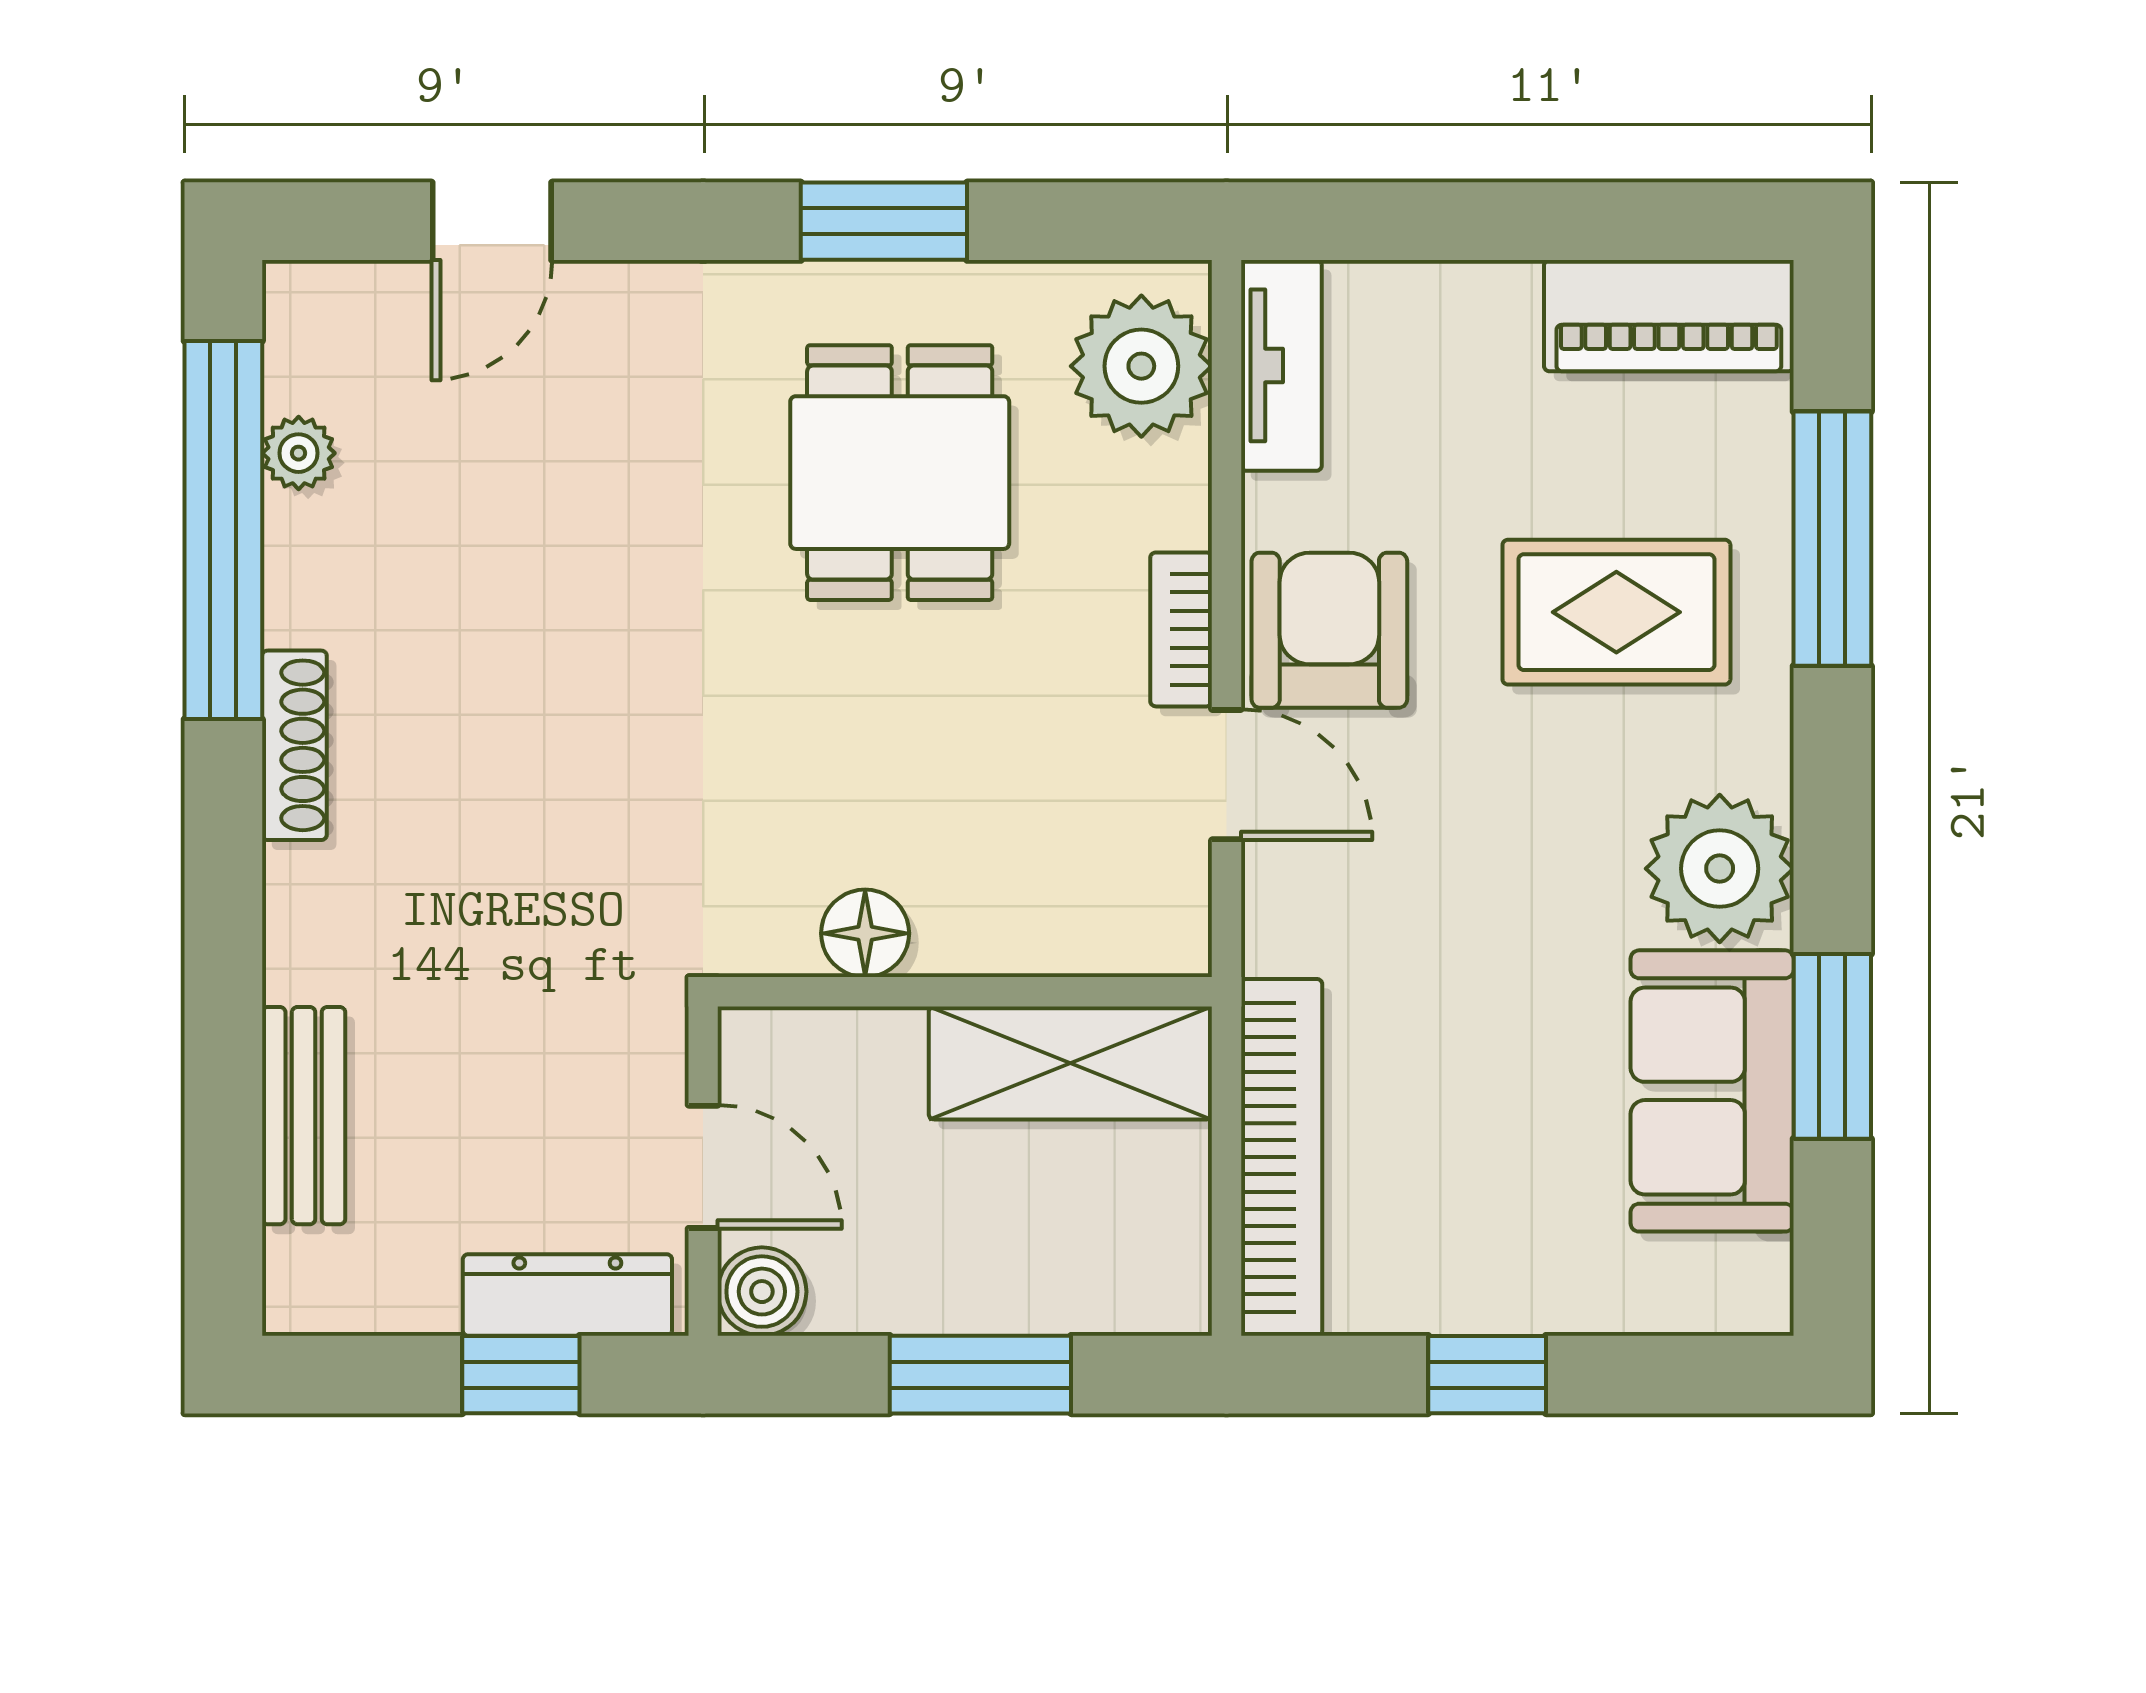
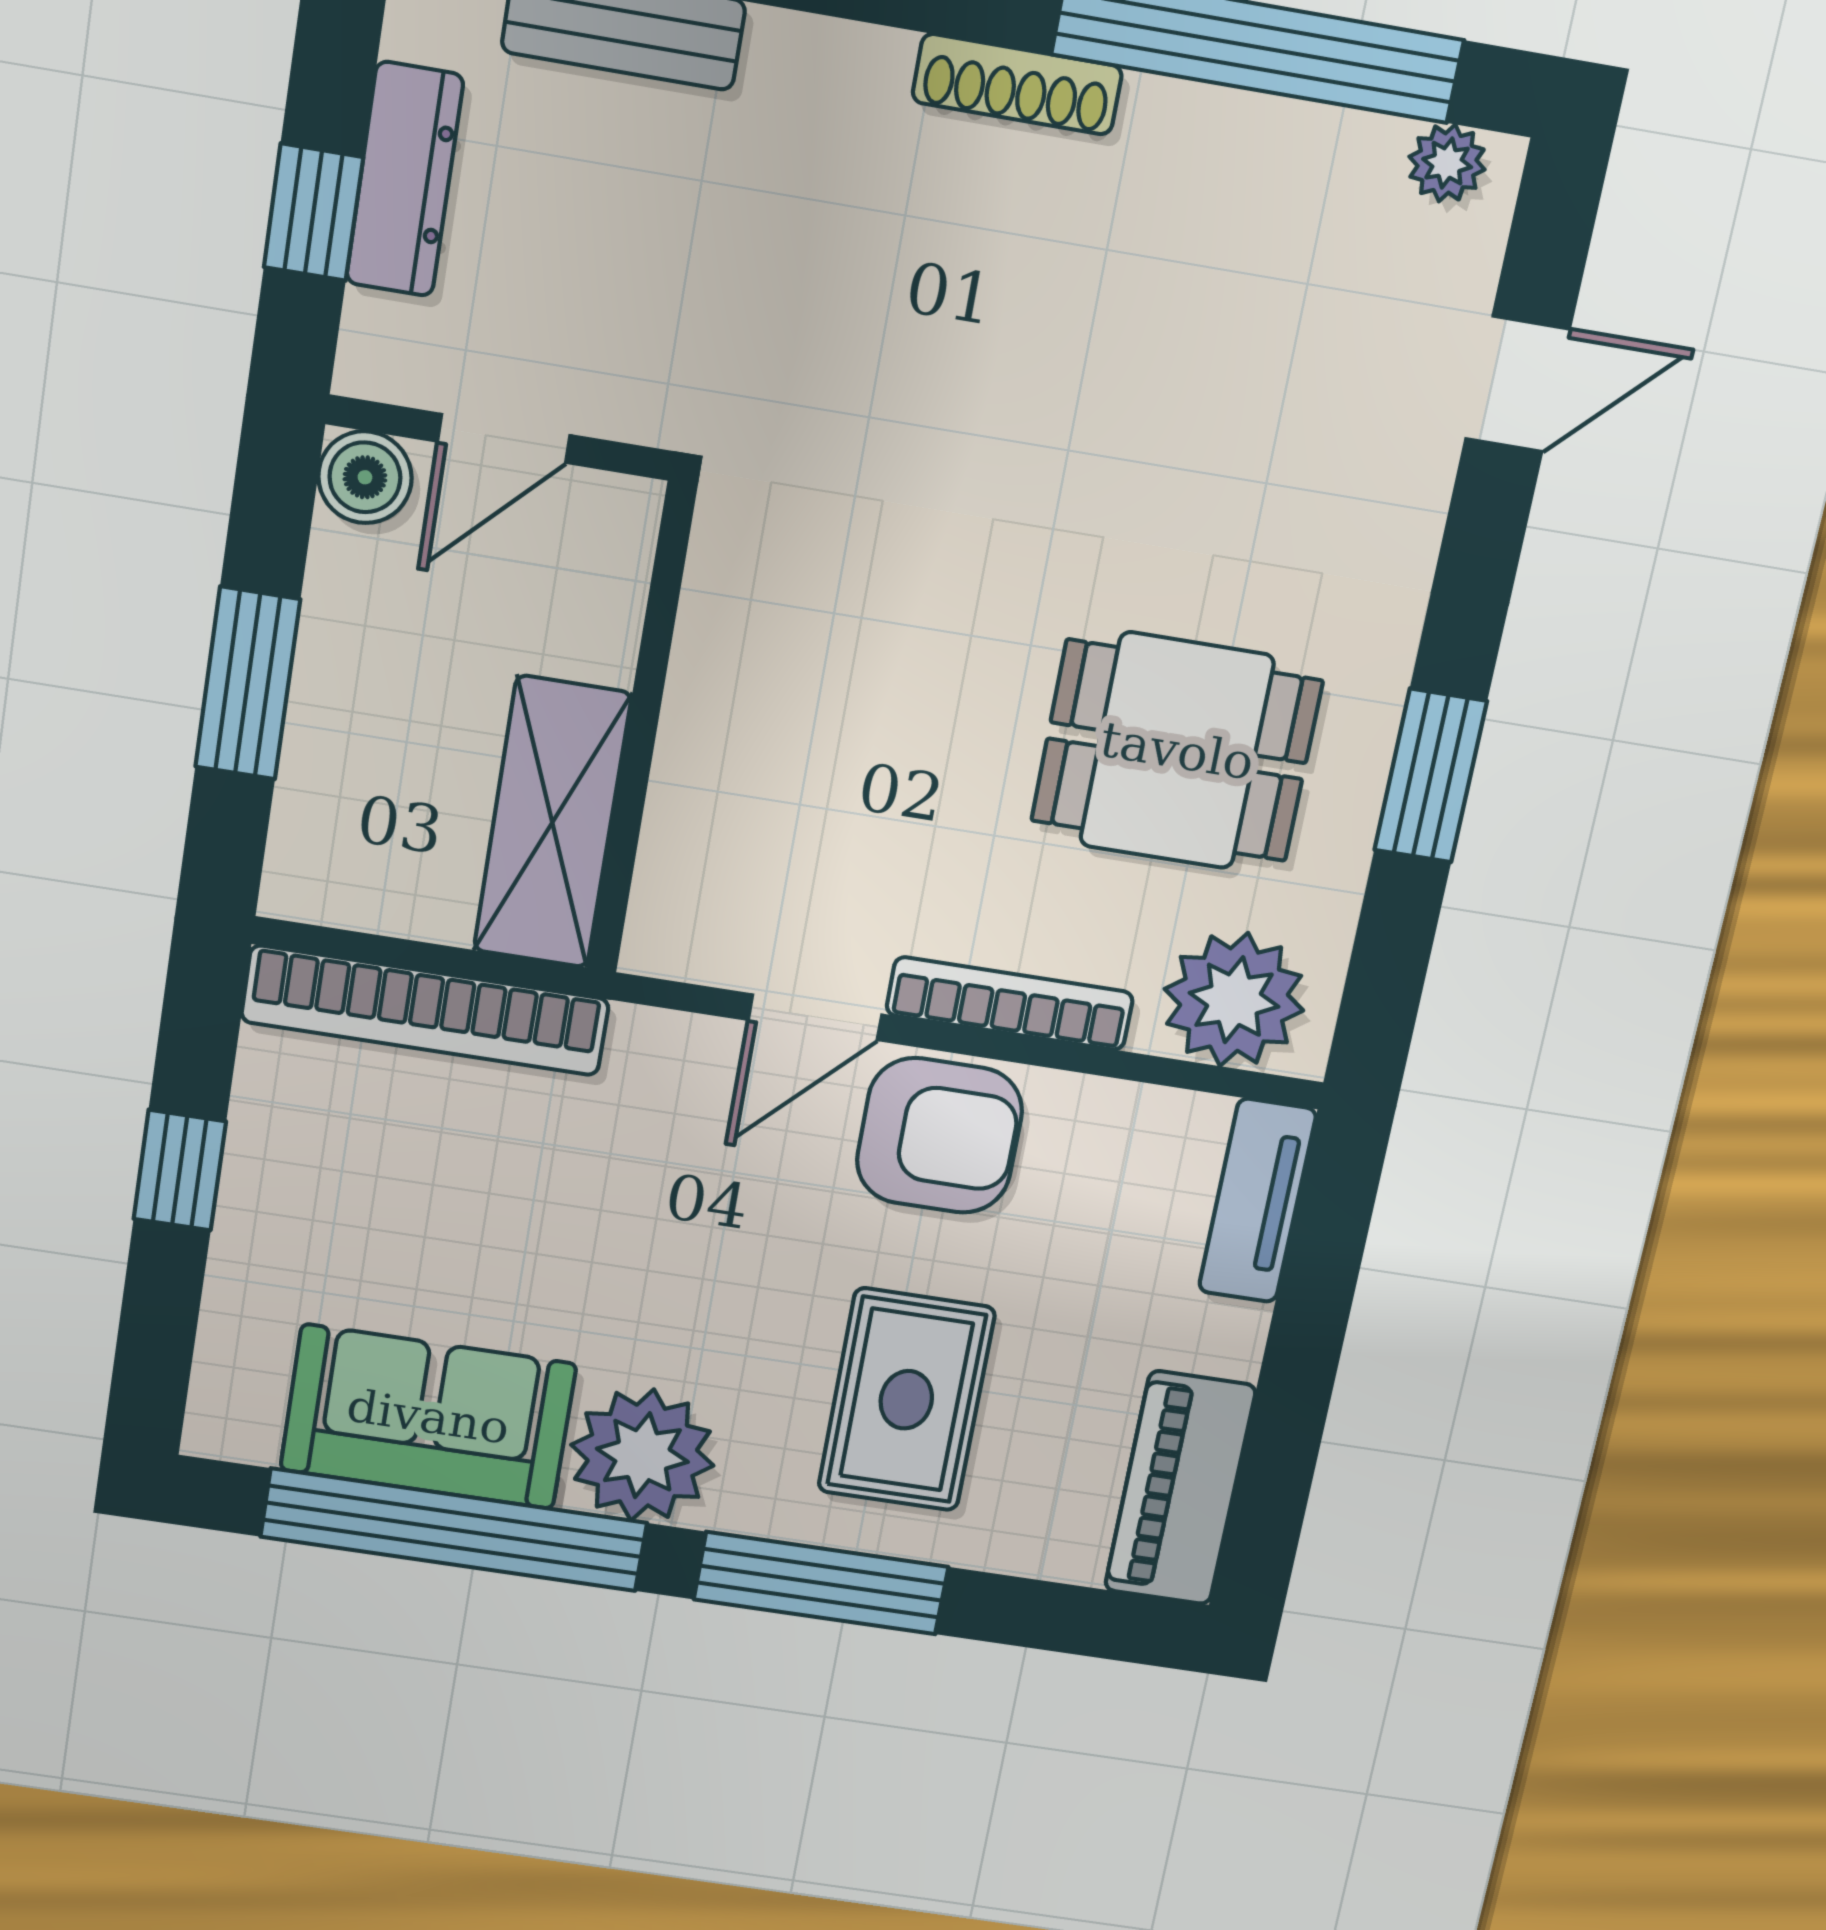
door: (492, 221) -> (1517, 384), swing flipped
tv unit: (1281, 365) -> (1257, 1201), moved, turned 90
plant: (299, 453) -> (1447, 163), moved
window: (1832, 539) -> (821, 1583), moved
bookcase: (1181, 629) -> (1010, 1004), width x1.56
floor lamp: (865, 933) -> (718, 641), removed
window: (1832, 1046) -> (454, 1530), width x2.11
dresser: (567, 1295) -> (405, 179), moved

